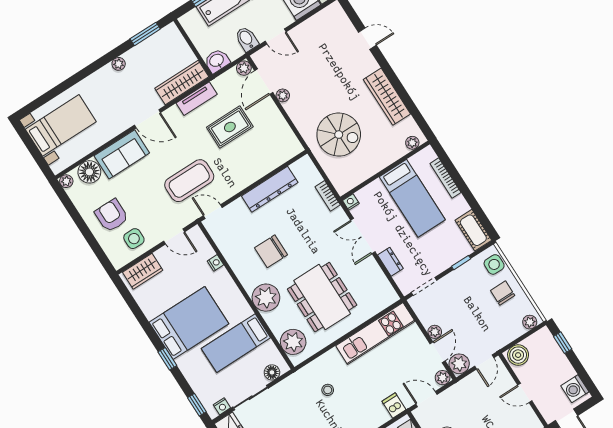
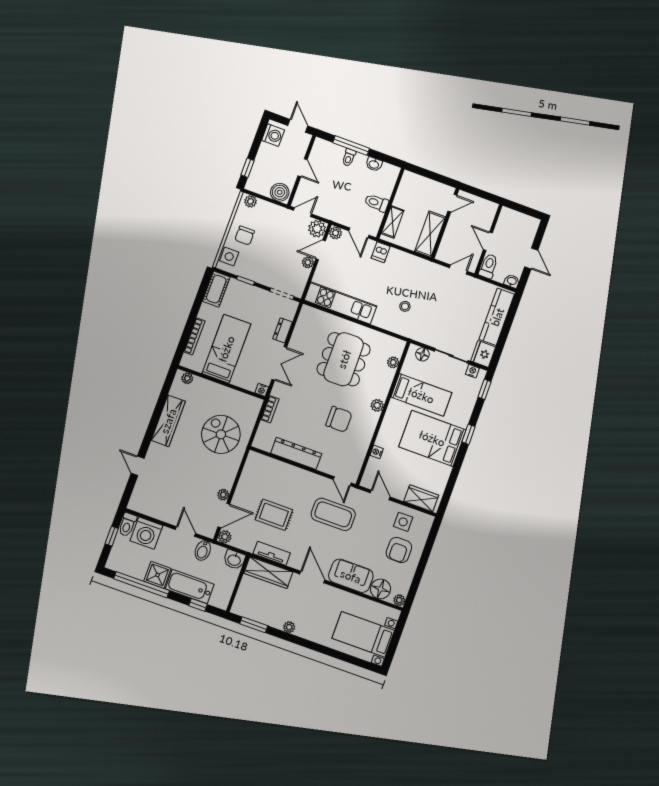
plant: (266, 298) -> (377, 405), width x0.53, depth x0.53
plant: (293, 342) -> (393, 362), width x0.53, depth x0.53

